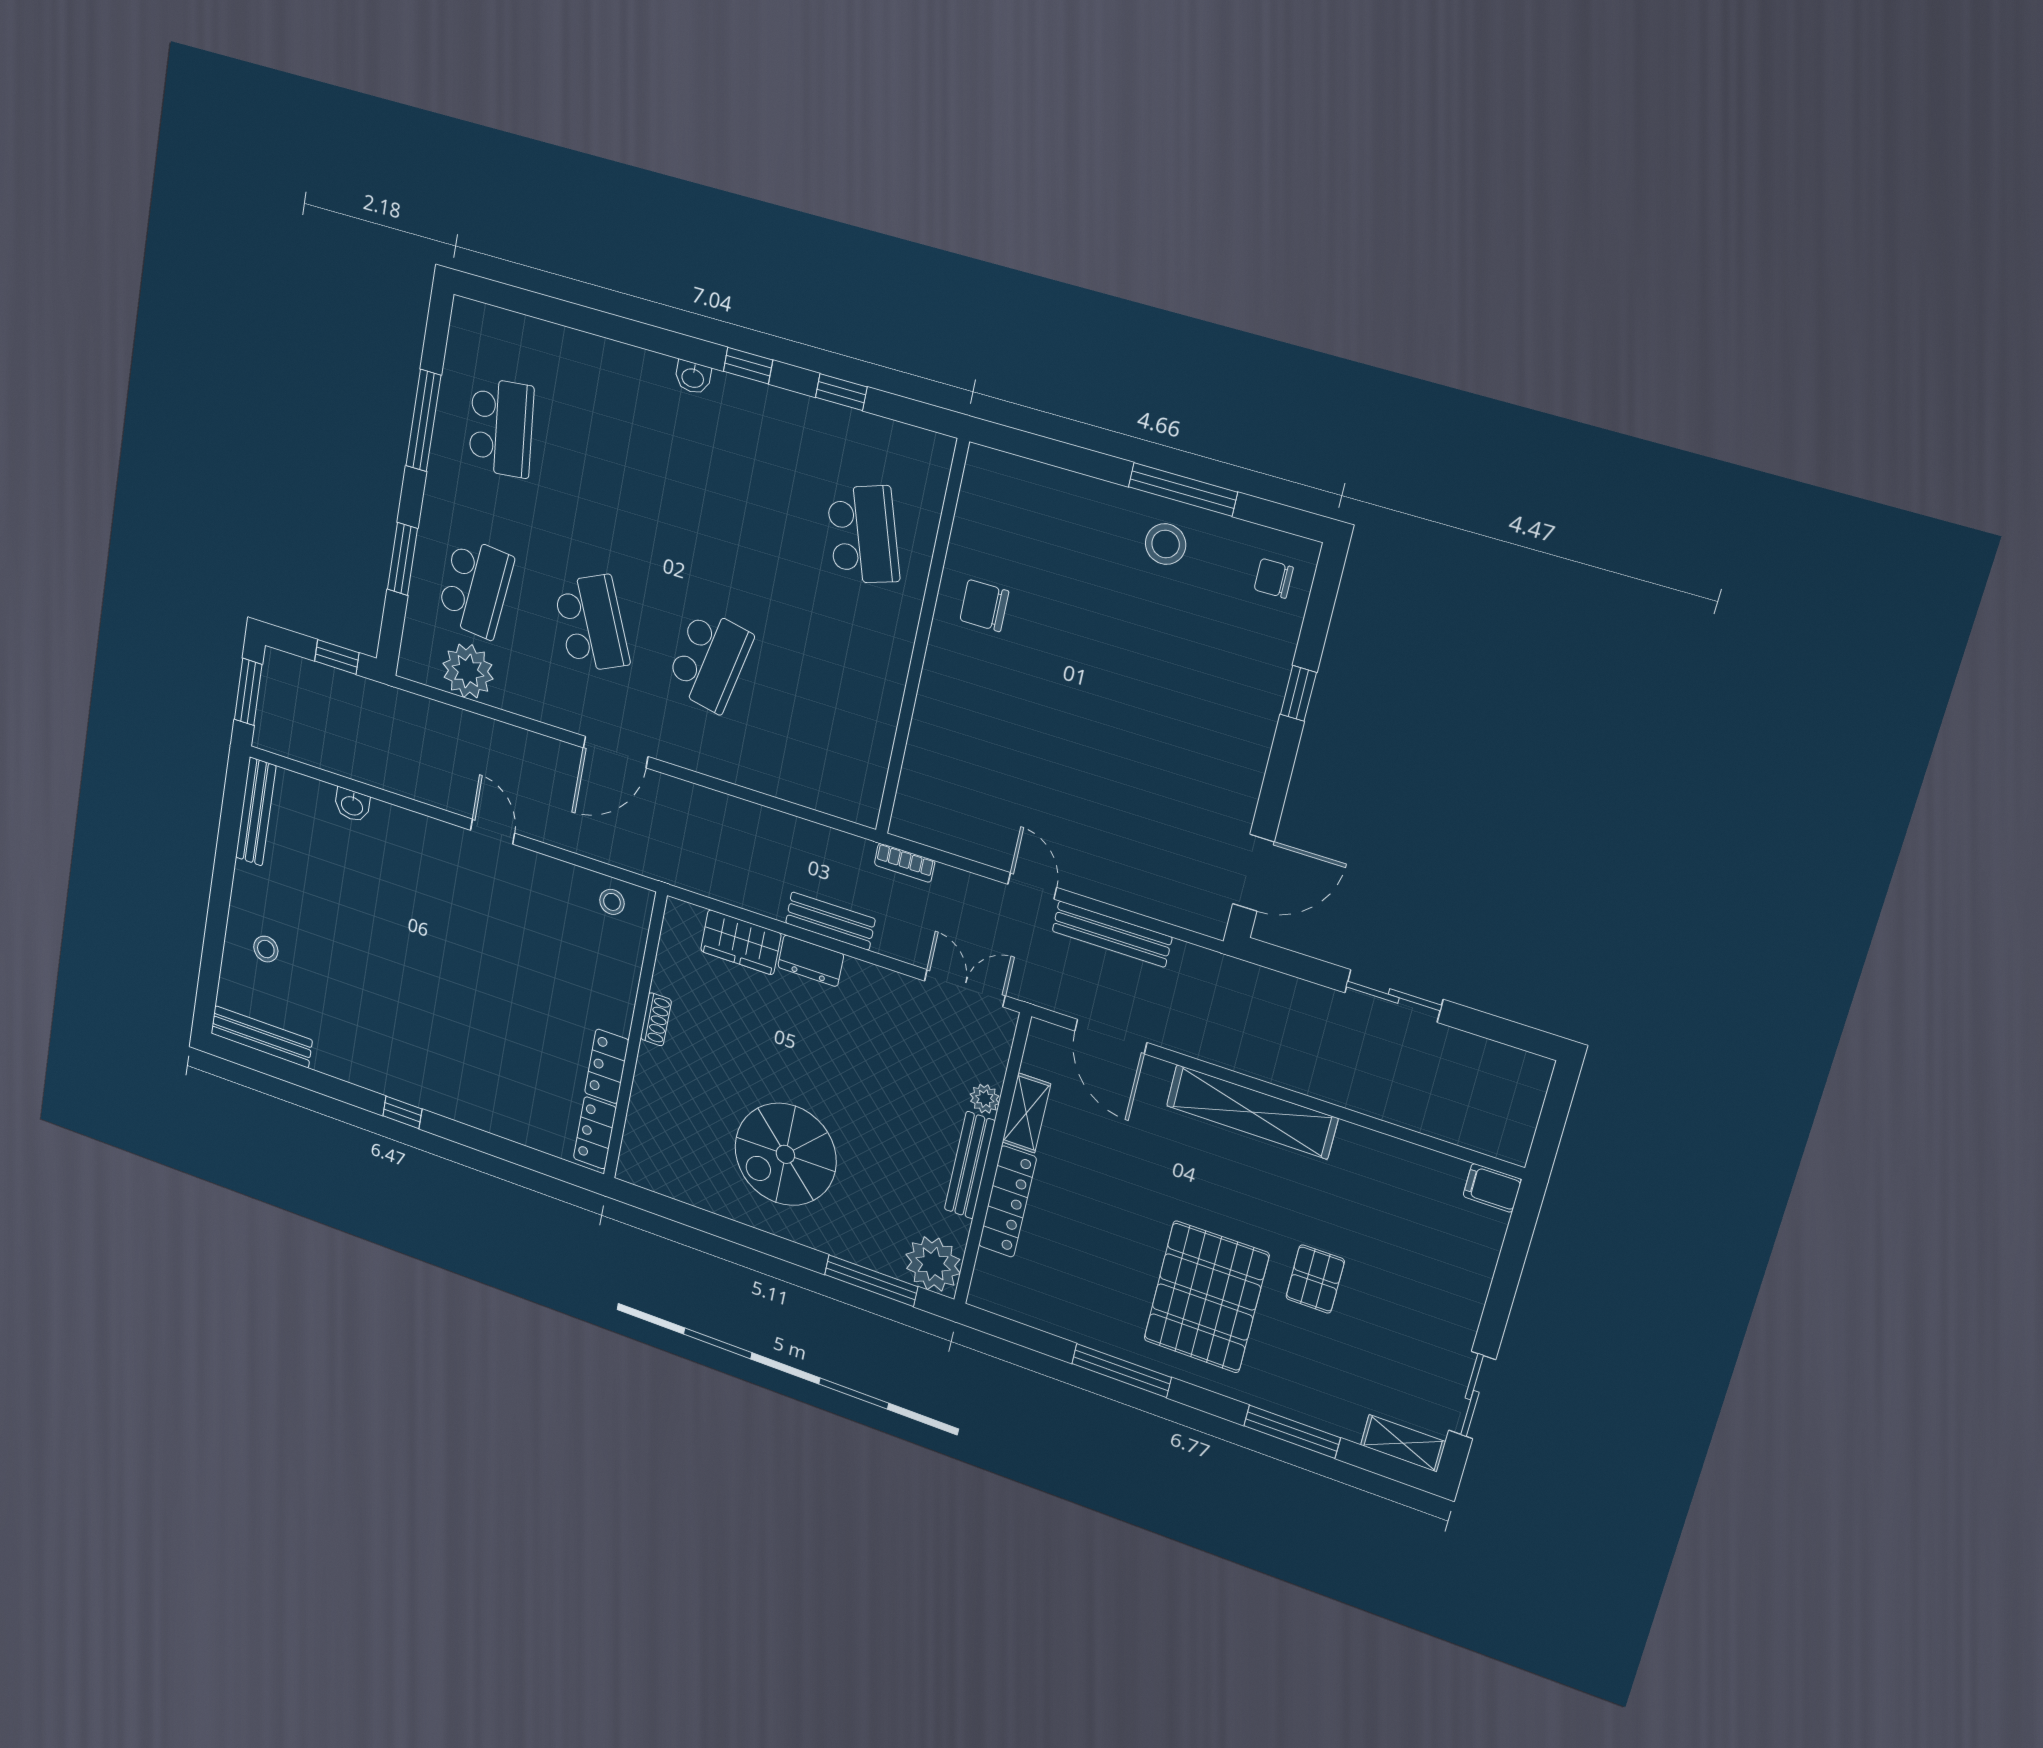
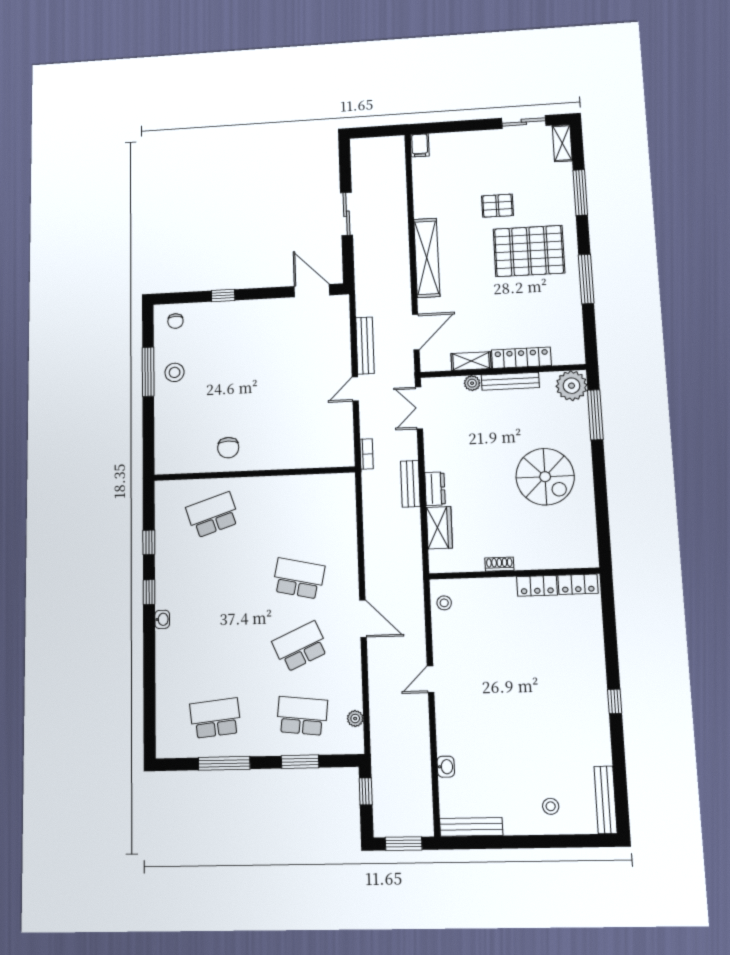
plant: (468, 671) -> (355, 719), width x0.53, depth x0.53

